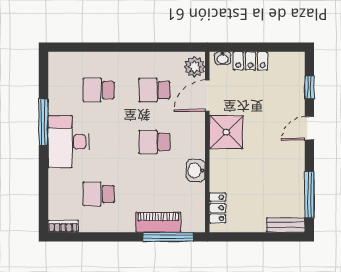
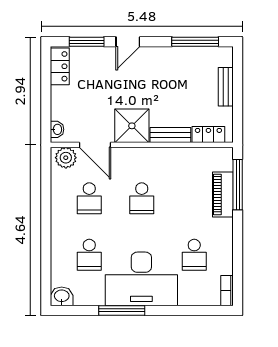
locker: (250, 61) -> (60, 66), moved
window: (309, 87) -> (87, 42), width x1.50
door: (309, 128) -> (128, 42), hinge flipped
desk: (69, 142) -> (141, 279), width x1.36, depth x1.30
washbasin: (196, 170) -> (62, 296), moved, turned 180
bench: (217, 170) -> (170, 135), added
bench: (286, 225) -> (226, 87), moved

